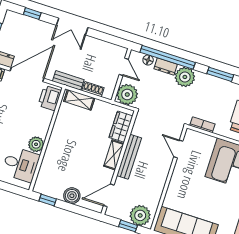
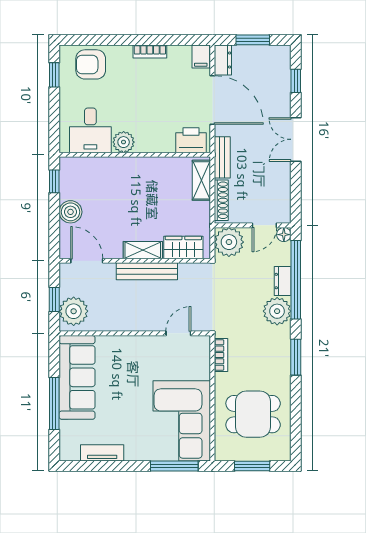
floor lamp: (148, 60) -> (284, 235), moved
shoe rack: (93, 89) -> (221, 200), width x1.43

